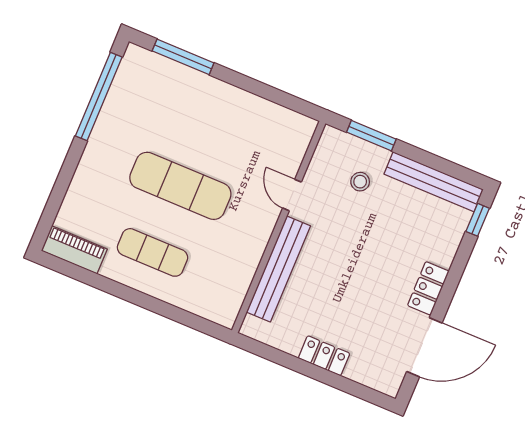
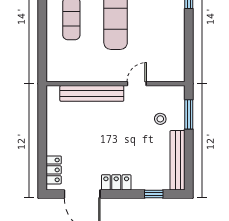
window: (478, 220) -> (154, 194), moved
locker: (324, 356) -> (54, 170), moved

